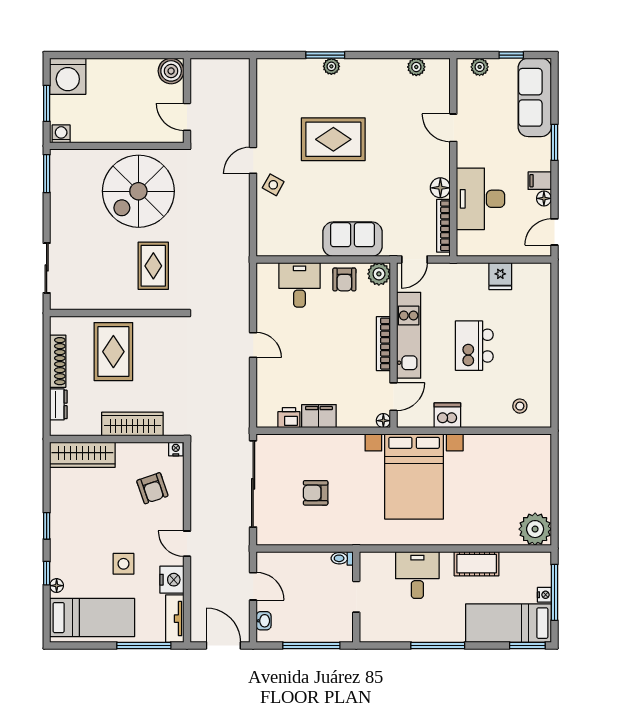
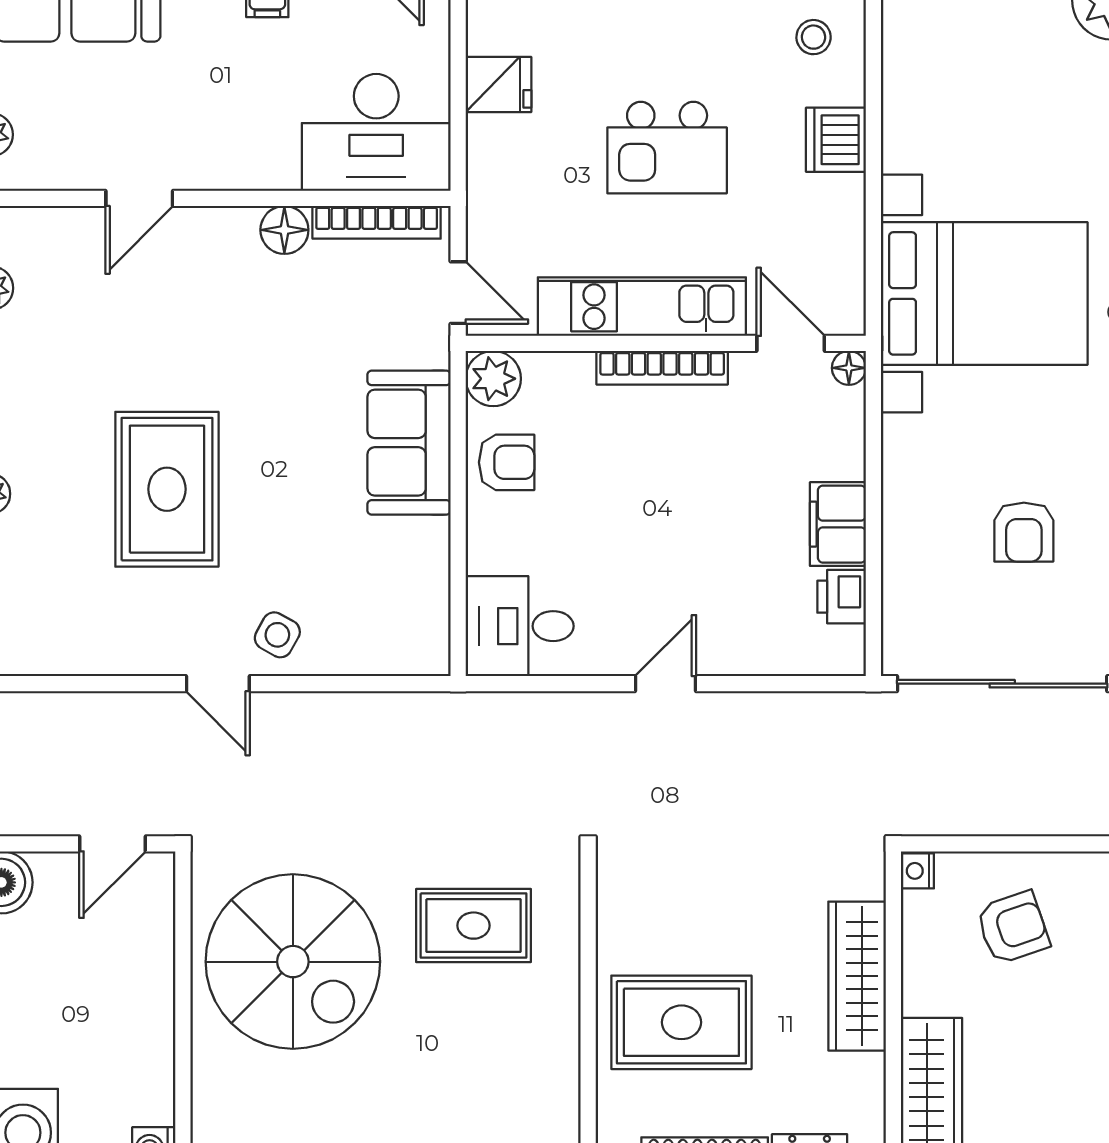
desk: (481, 199) -> (376, 132), moved
desk: (299, 285) -> (520, 626), moved
dishwasher: (447, 415) -> (836, 140), moved

